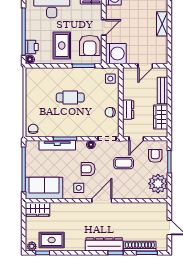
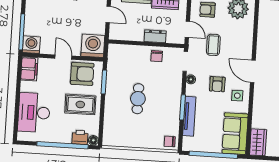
side table: (110, 79) -> (120, 54), removed

